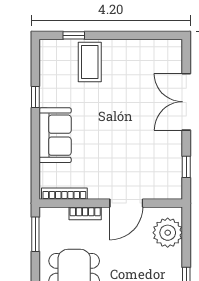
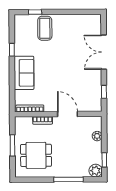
door: (126, 203) -> (68, 114), swing flipped
plant: (168, 233) -> (97, 136), width x0.53, depth x0.53
window: (35, 234) -> (12, 145), moved

